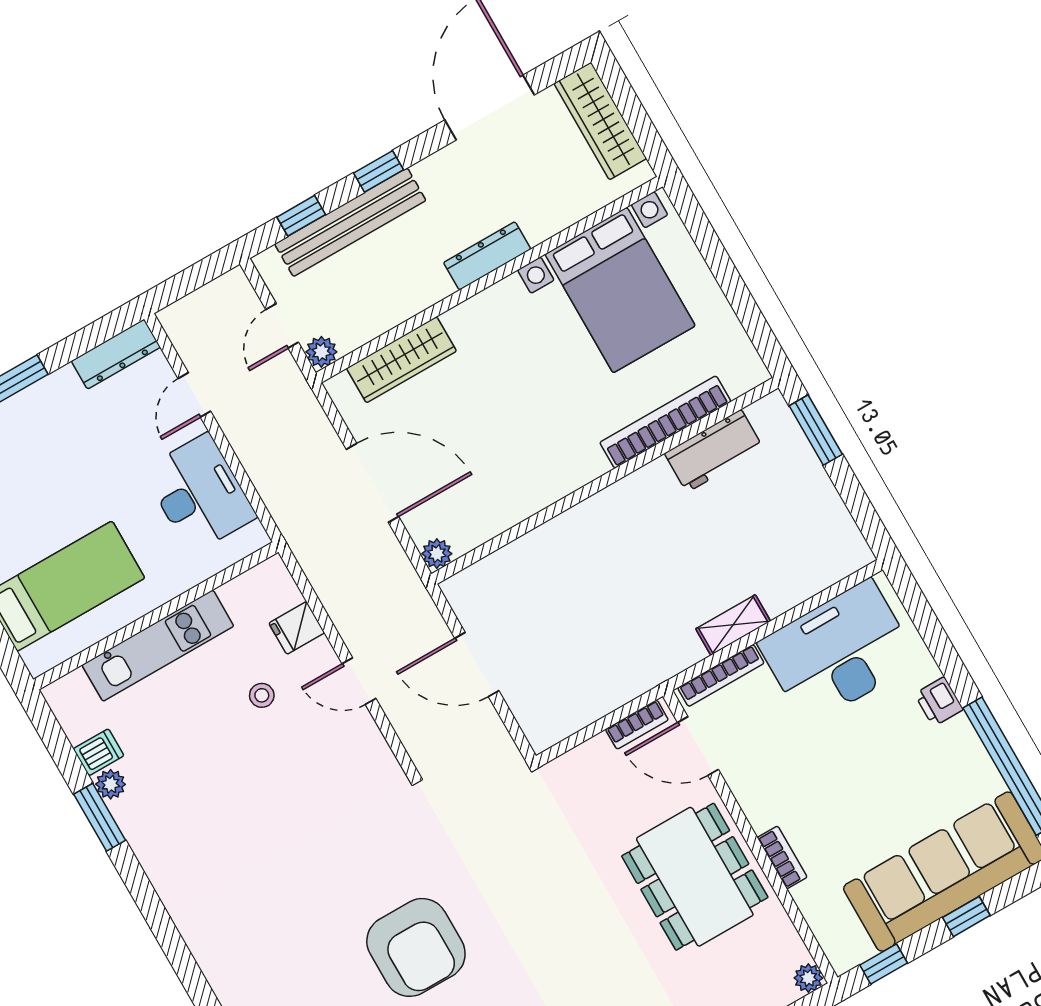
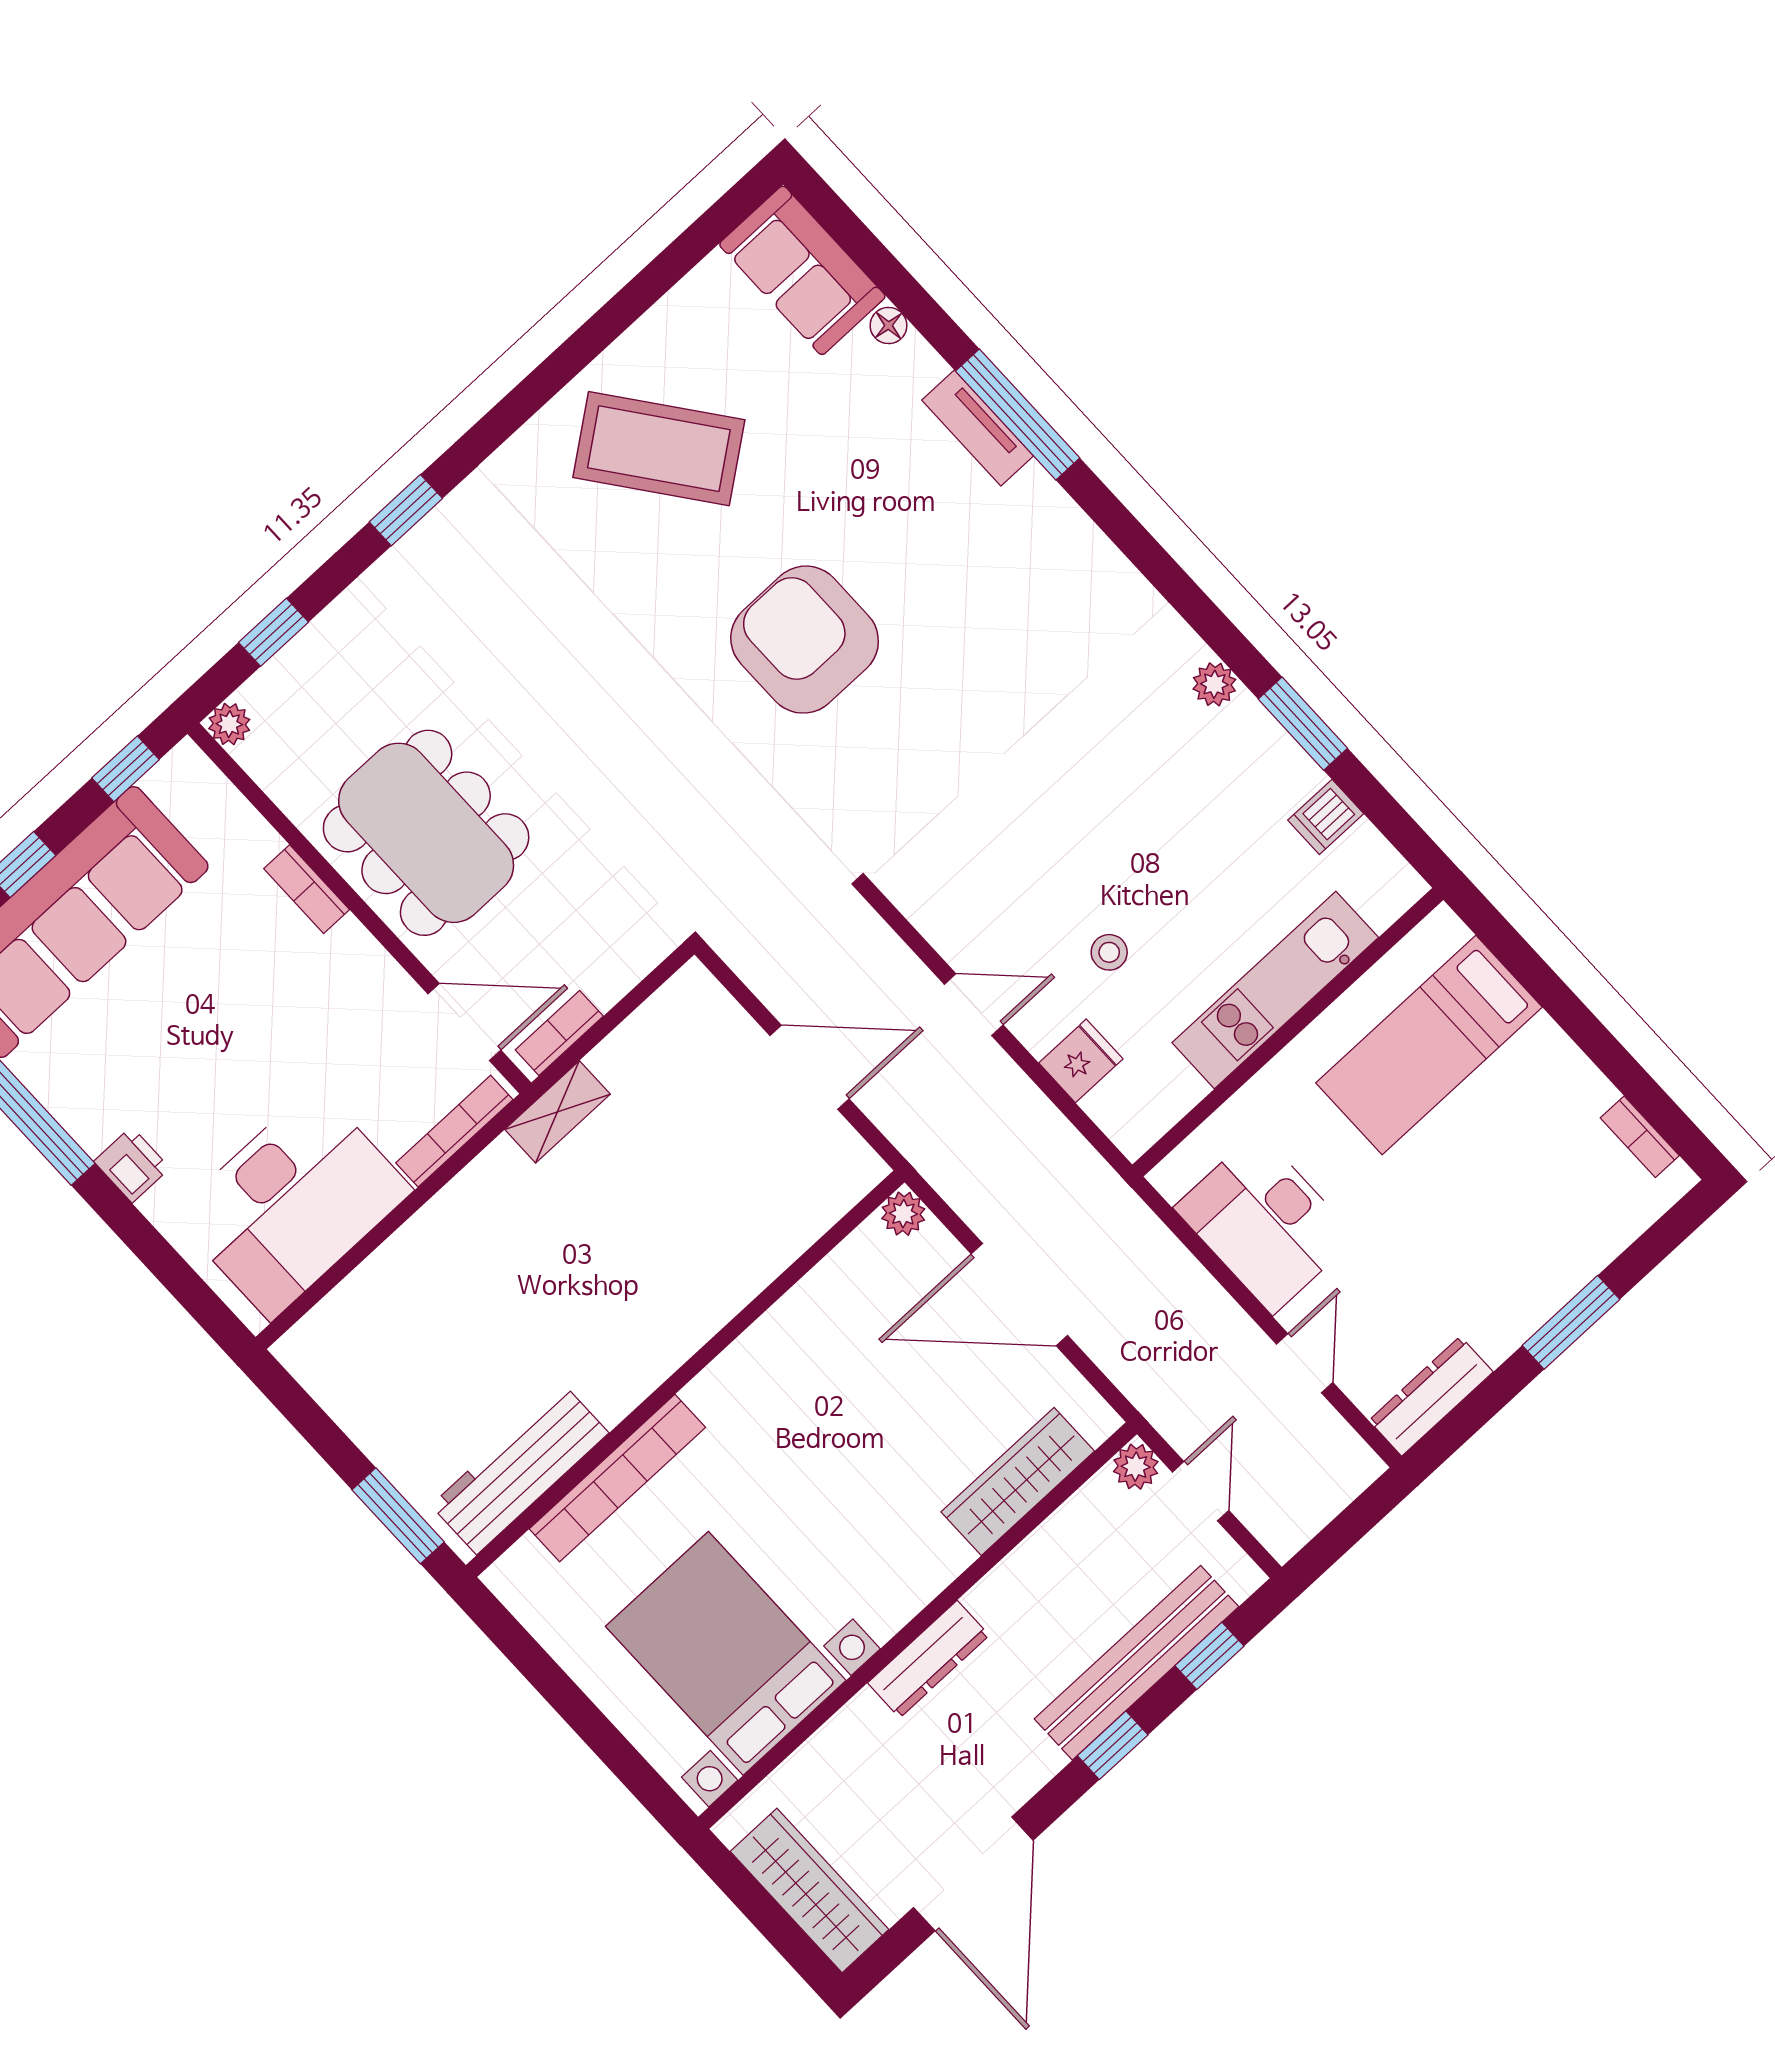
workbench: (714, 451) -> (520, 1469), width x1.38
shelving: (733, 625) -> (557, 1112), moved
plant: (111, 784) -> (1214, 684), moved

